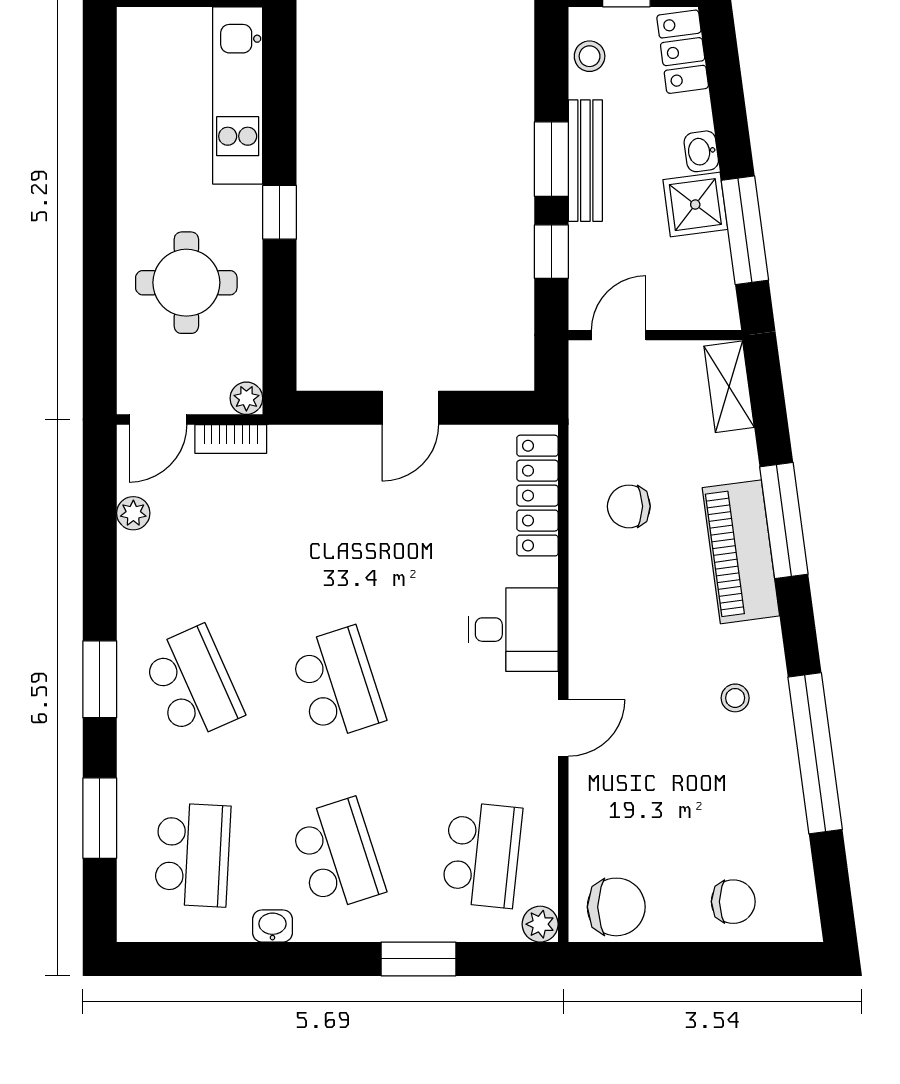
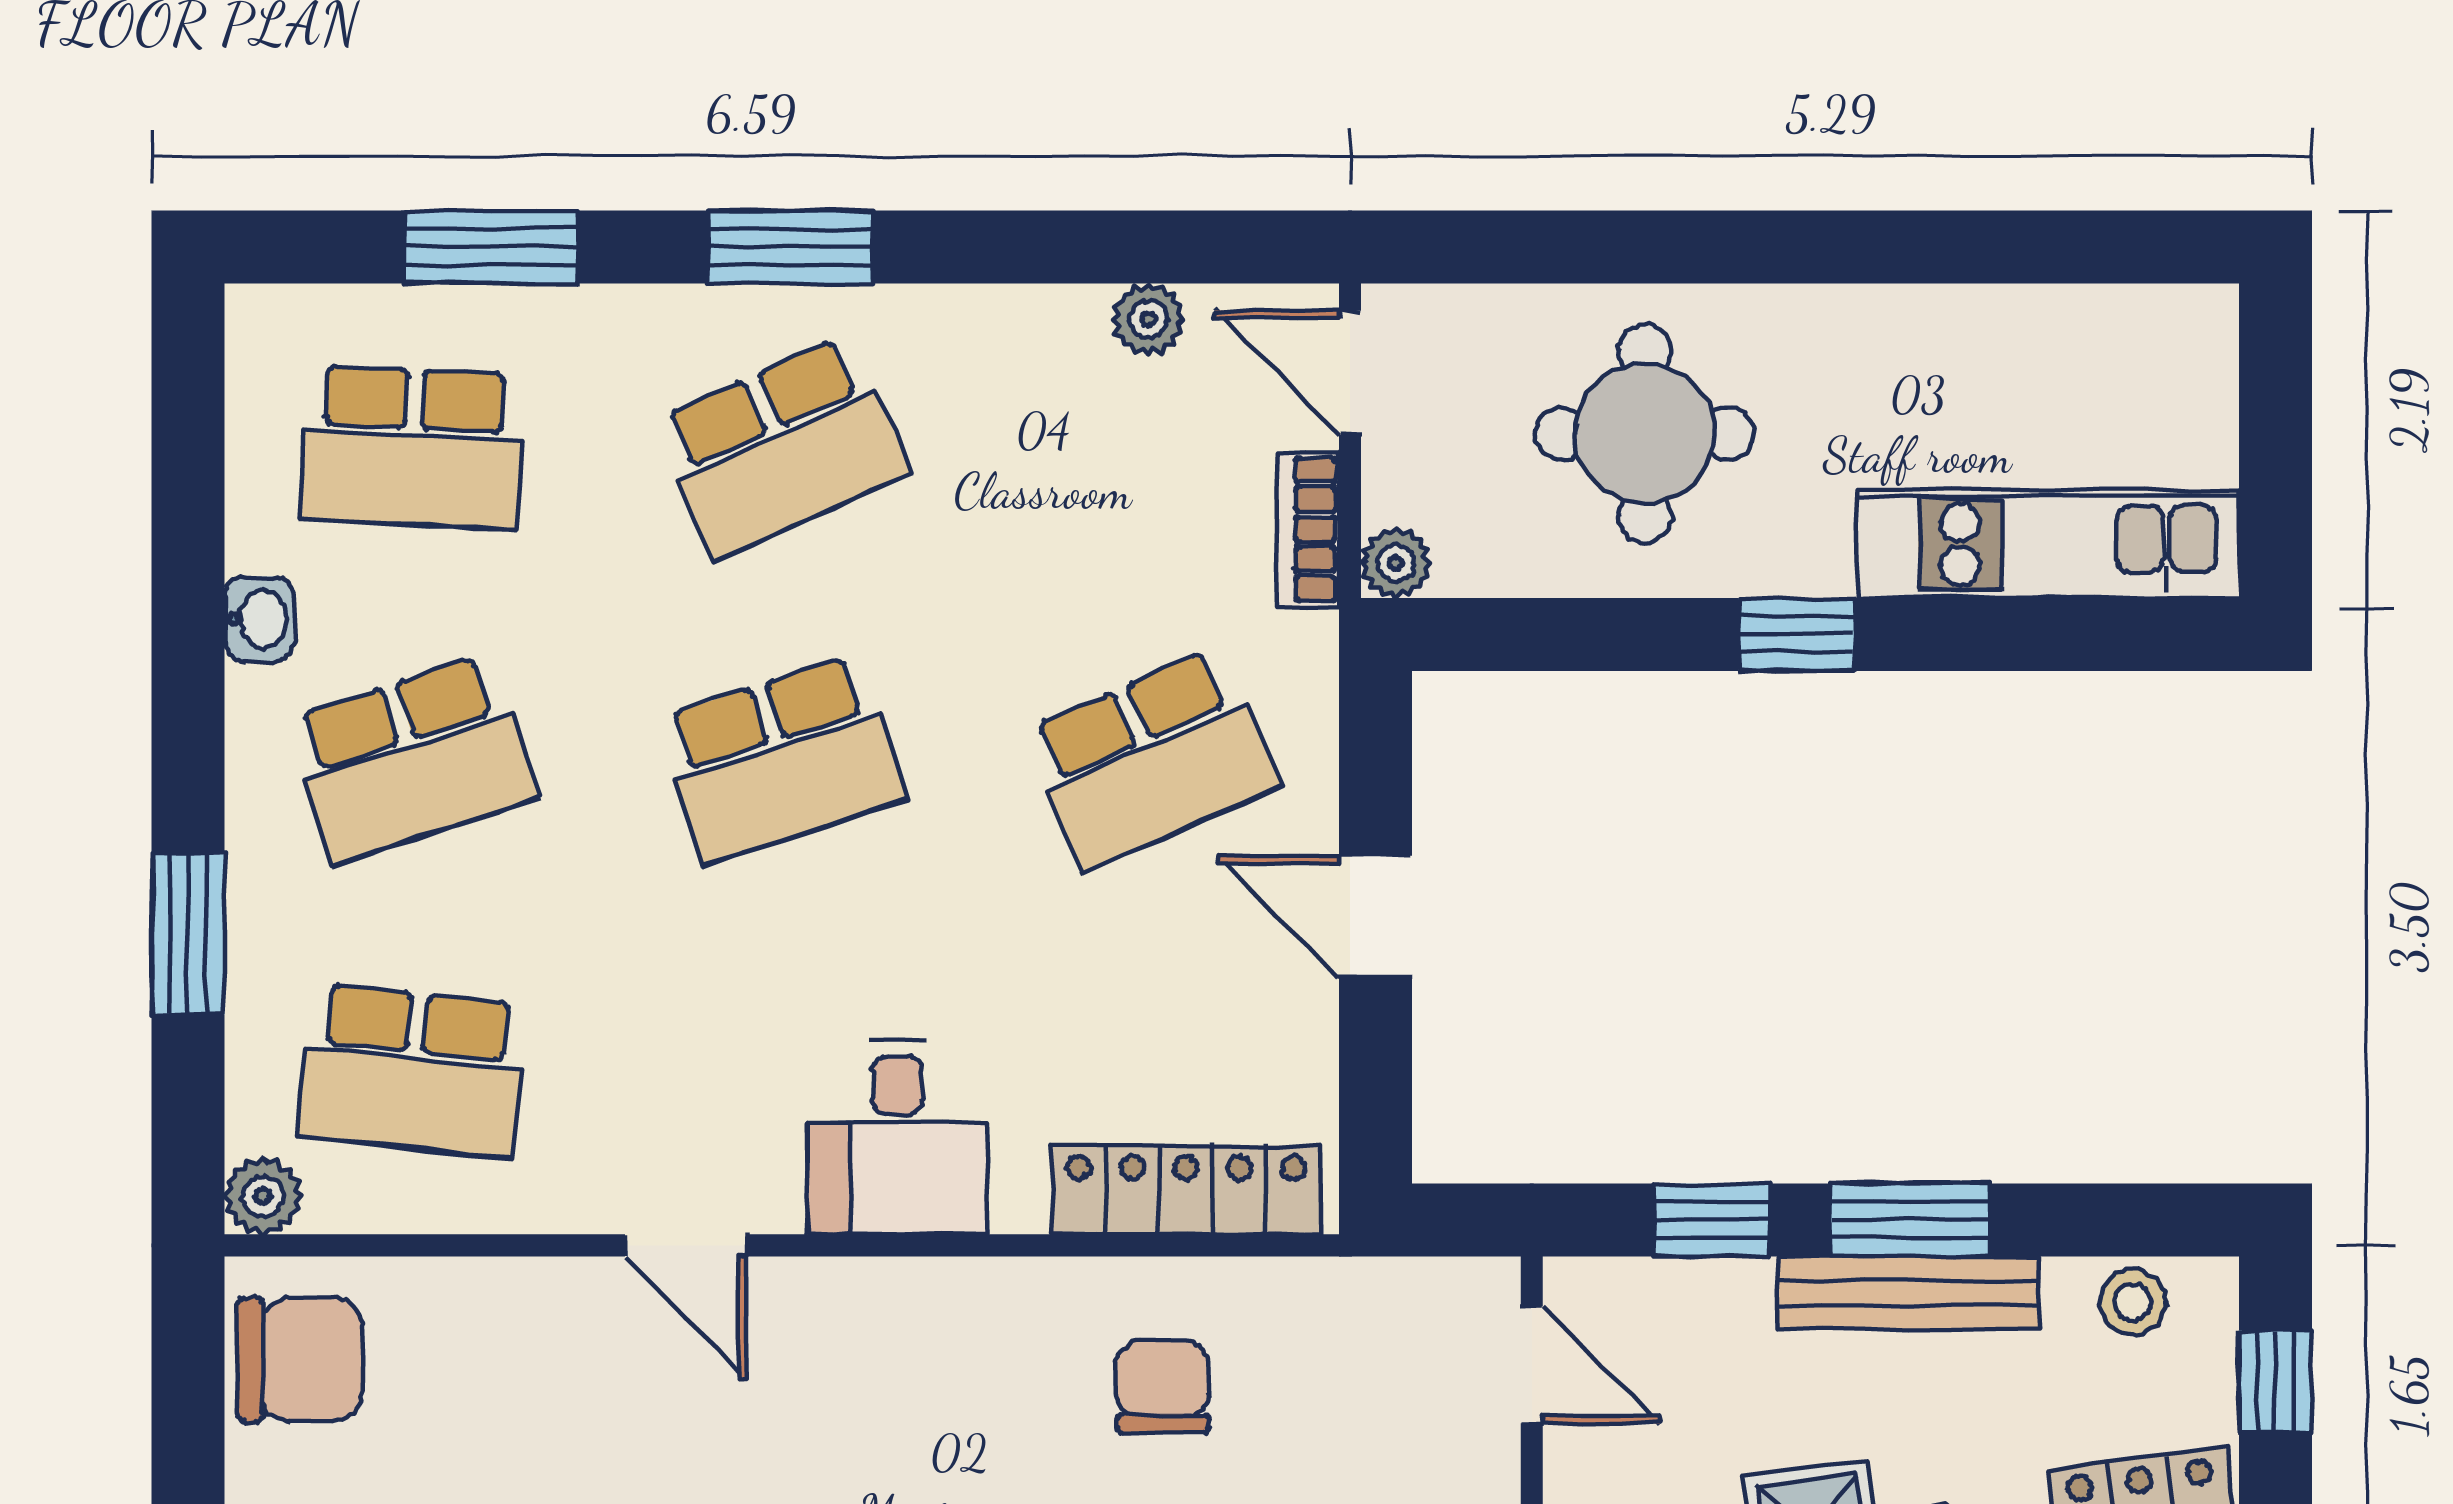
school desk: (337, 512) -> (1151, 759), added
chair: (616, 907) -> (300, 1360), turned -90

